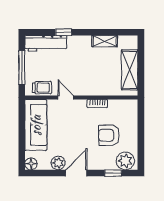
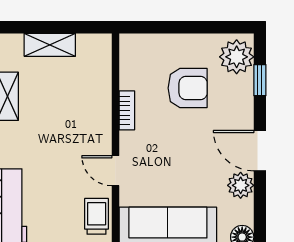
shelving: (130, 70) -> (50, 45), width x0.67, depth x0.75
door: (66, 98) -> (115, 171), hinge flipped
armchair: (109, 135) -> (188, 88), turned -90

